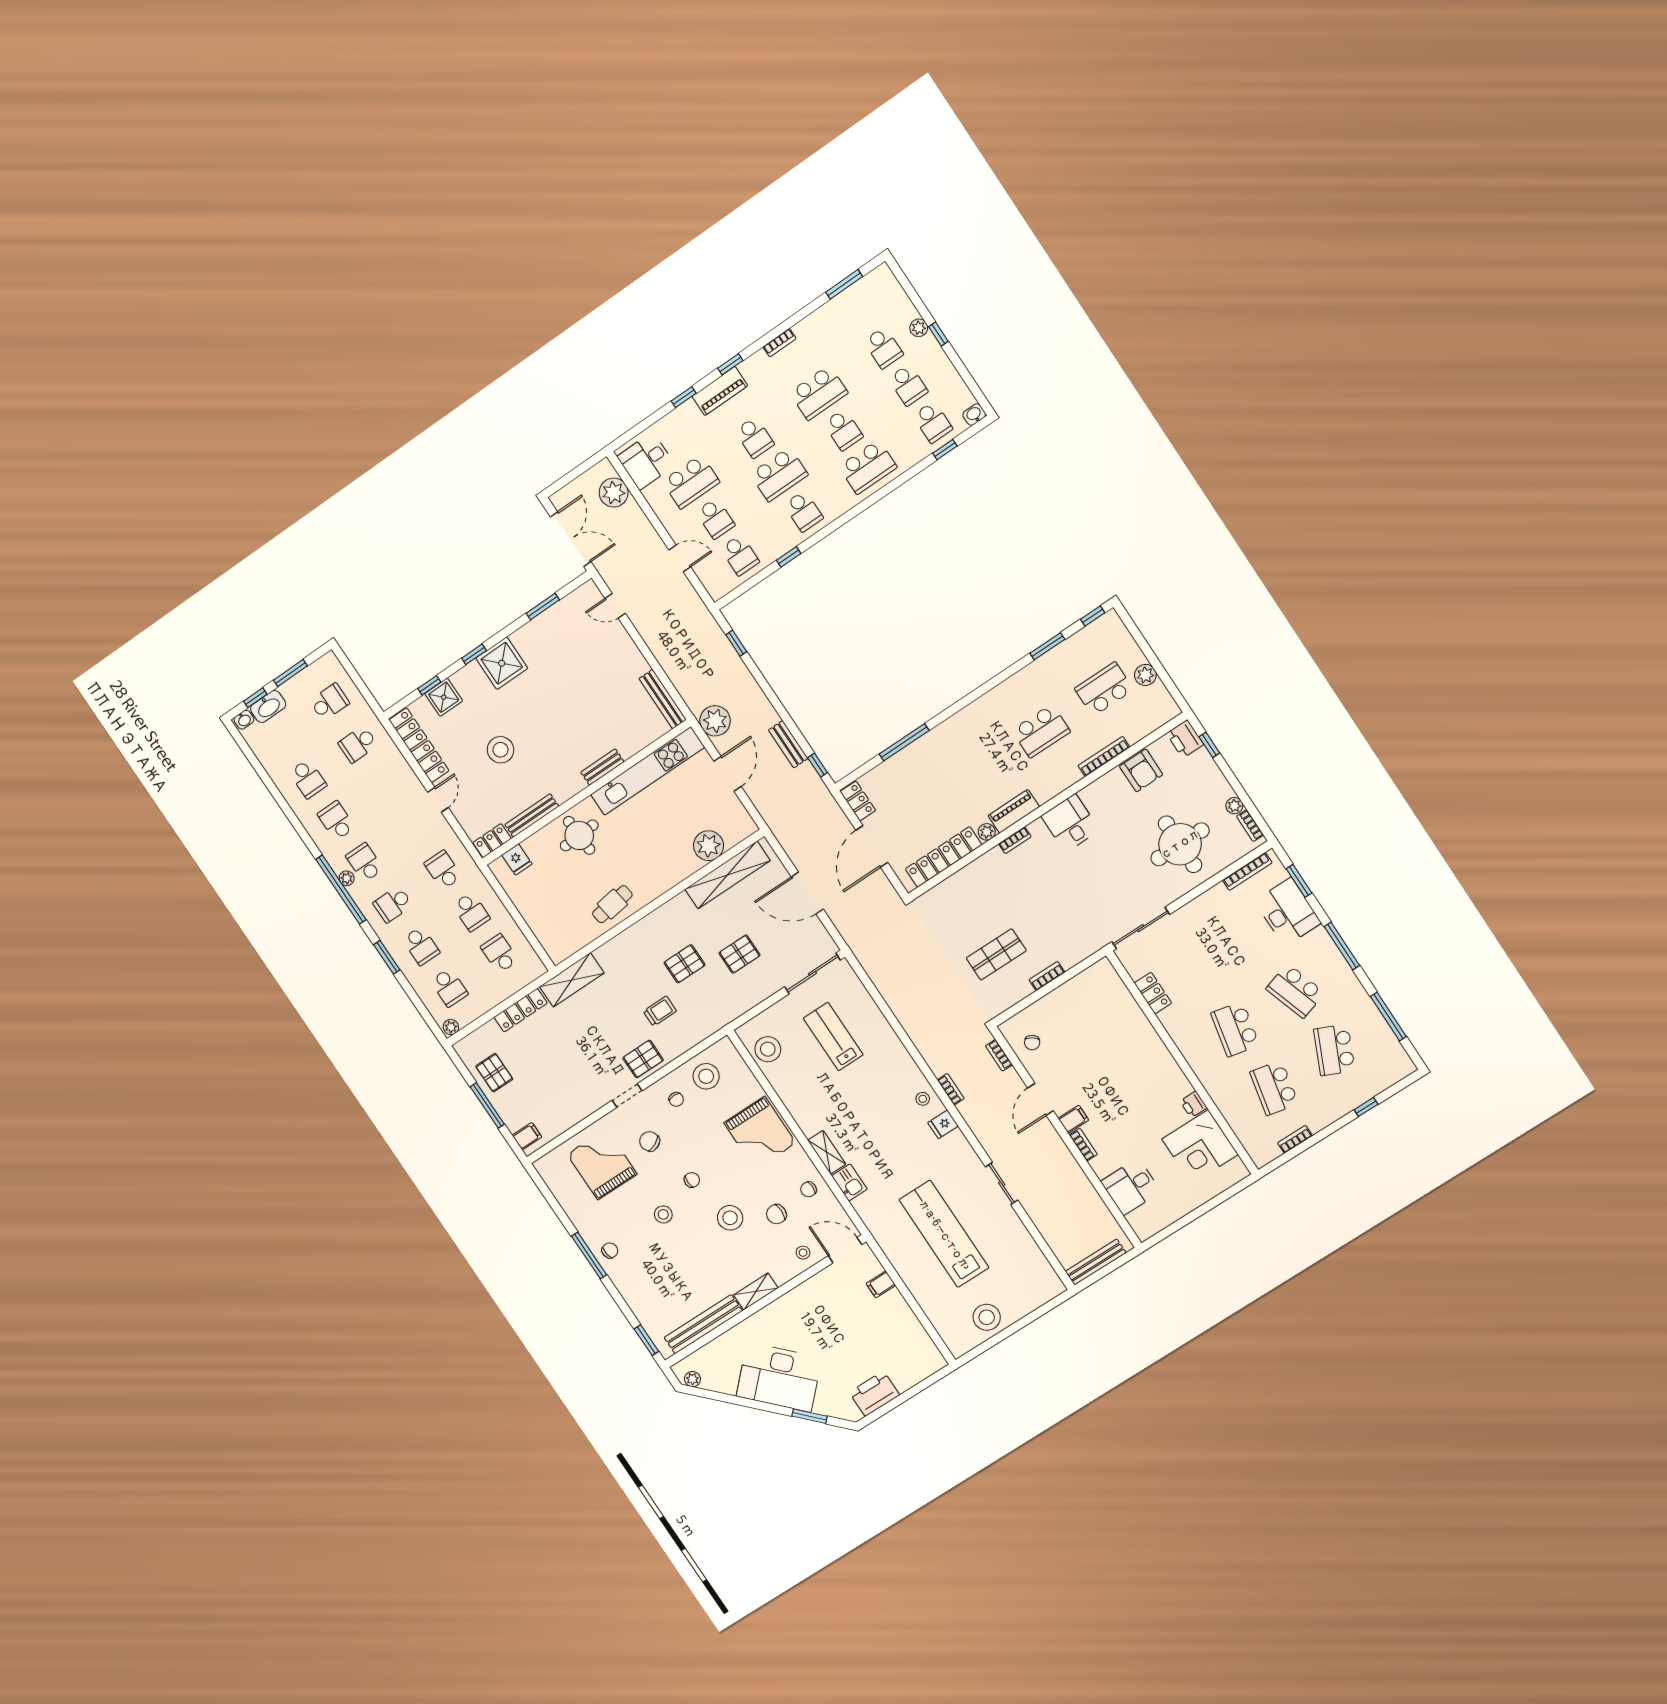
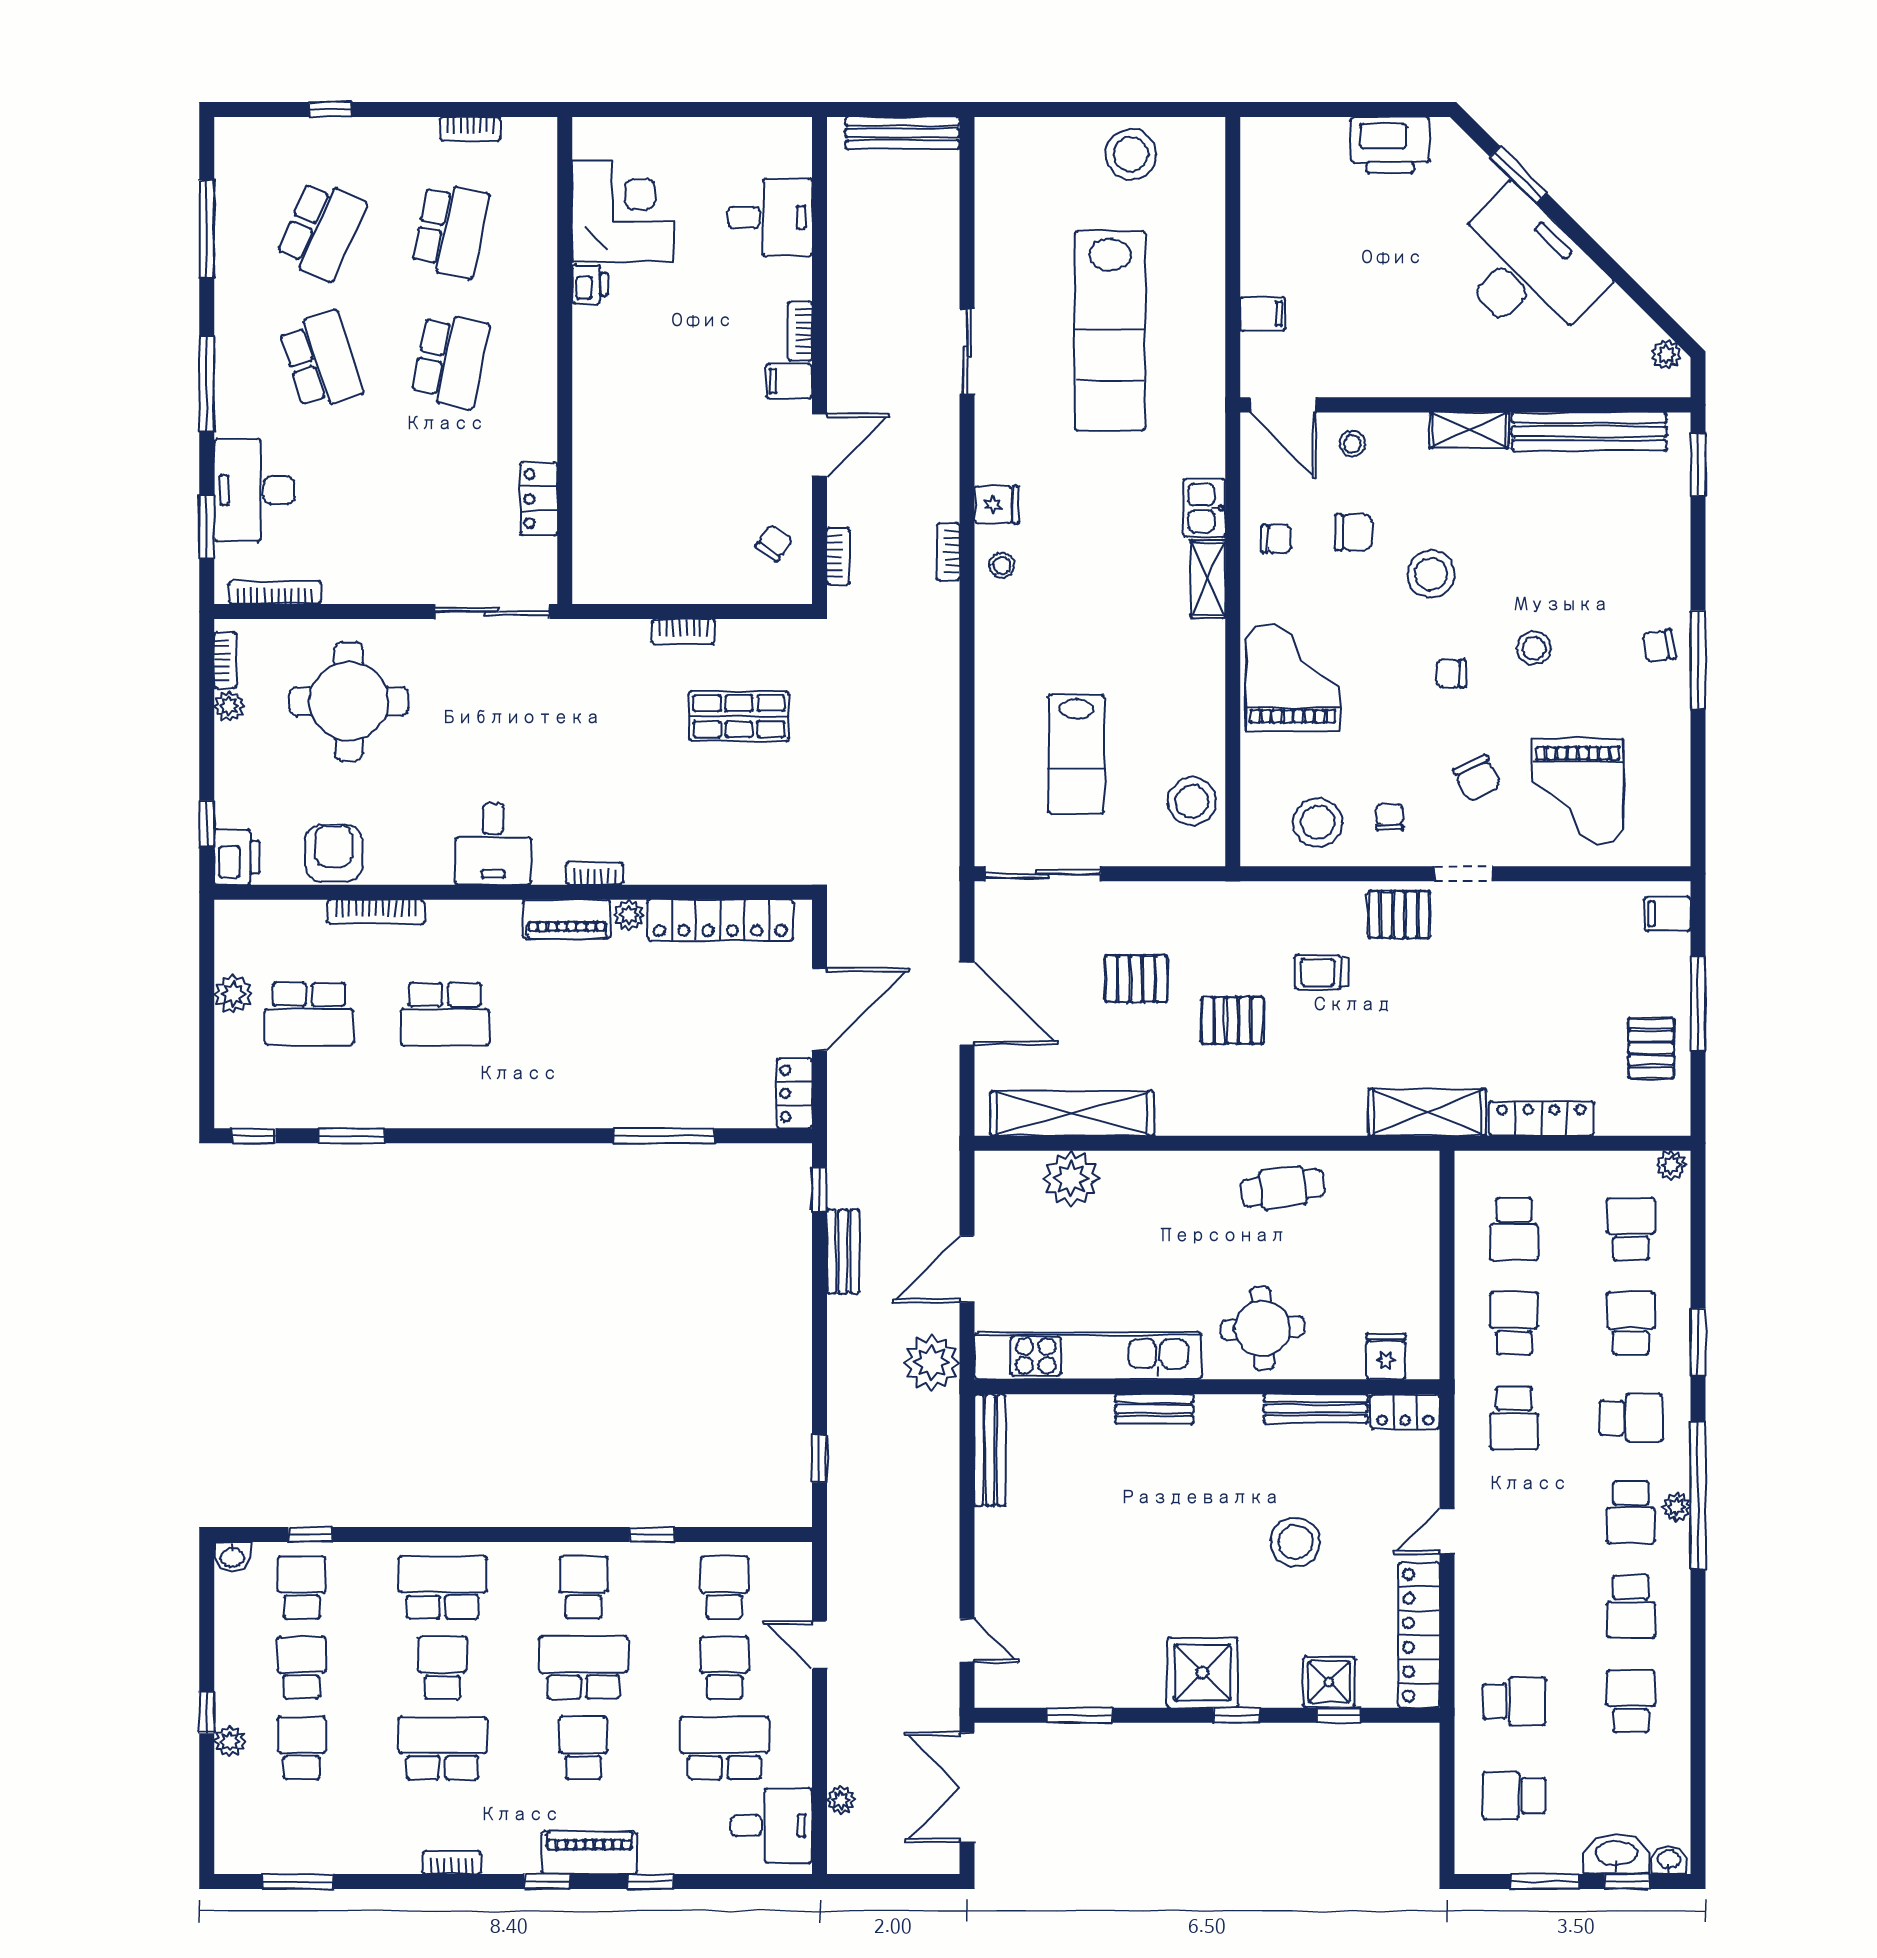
plant: (614, 493) -> (841, 1800), width x0.53, depth x0.53
school desk: (1041, 731) -> (445, 1014), turned 180

